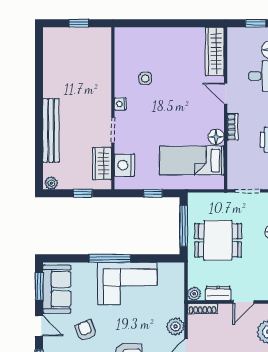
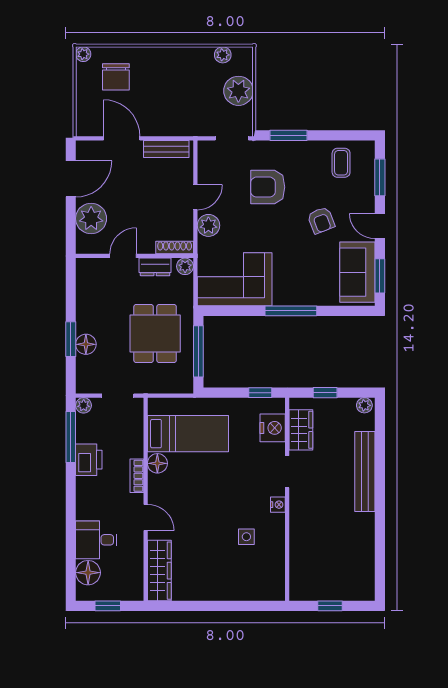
window: (153, 193) -> (260, 393), moved
dining table: (218, 240) -> (155, 334), turned 90
corner sofa: (127, 284) -> (235, 279), moved

